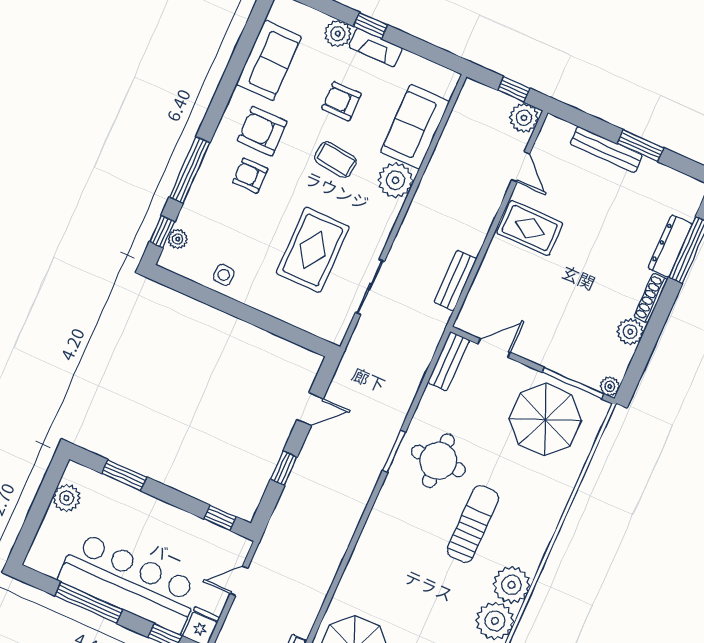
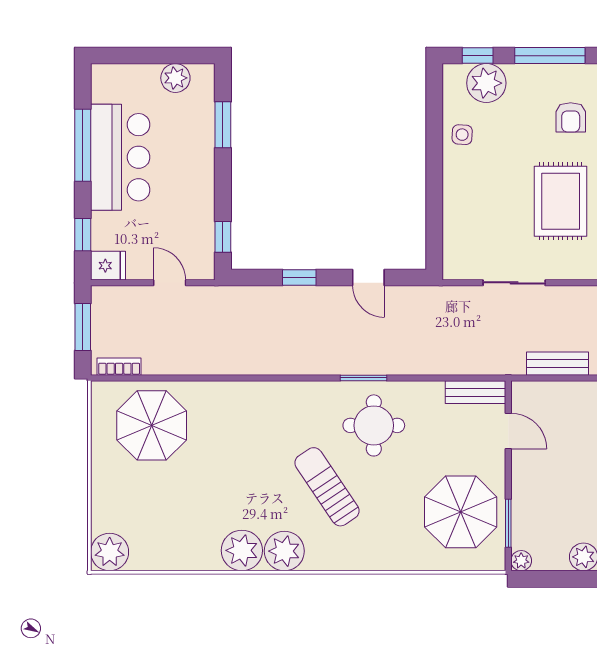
armchair: (250, 176) -> (571, 117), turned 180
plant: (178, 239) -> (486, 83), width x1.87, depth x1.87
rug: (313, 250) -> (561, 201), moved, turned 90
window: (573, 383) -> (508, 523), width x0.69
sun lounger: (473, 524) -> (327, 487), turned -124
bar counter: (130, 583) -> (120, 157), width x0.73

